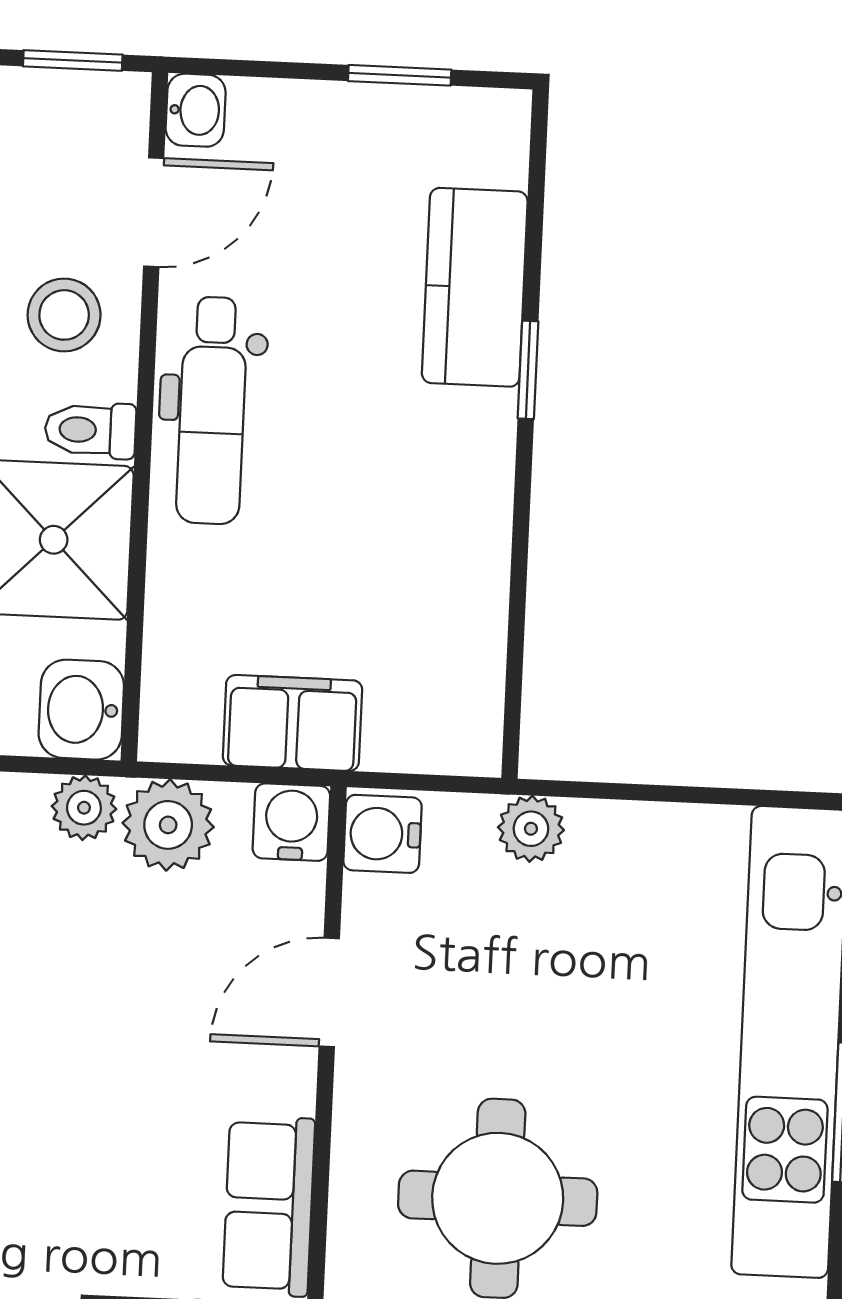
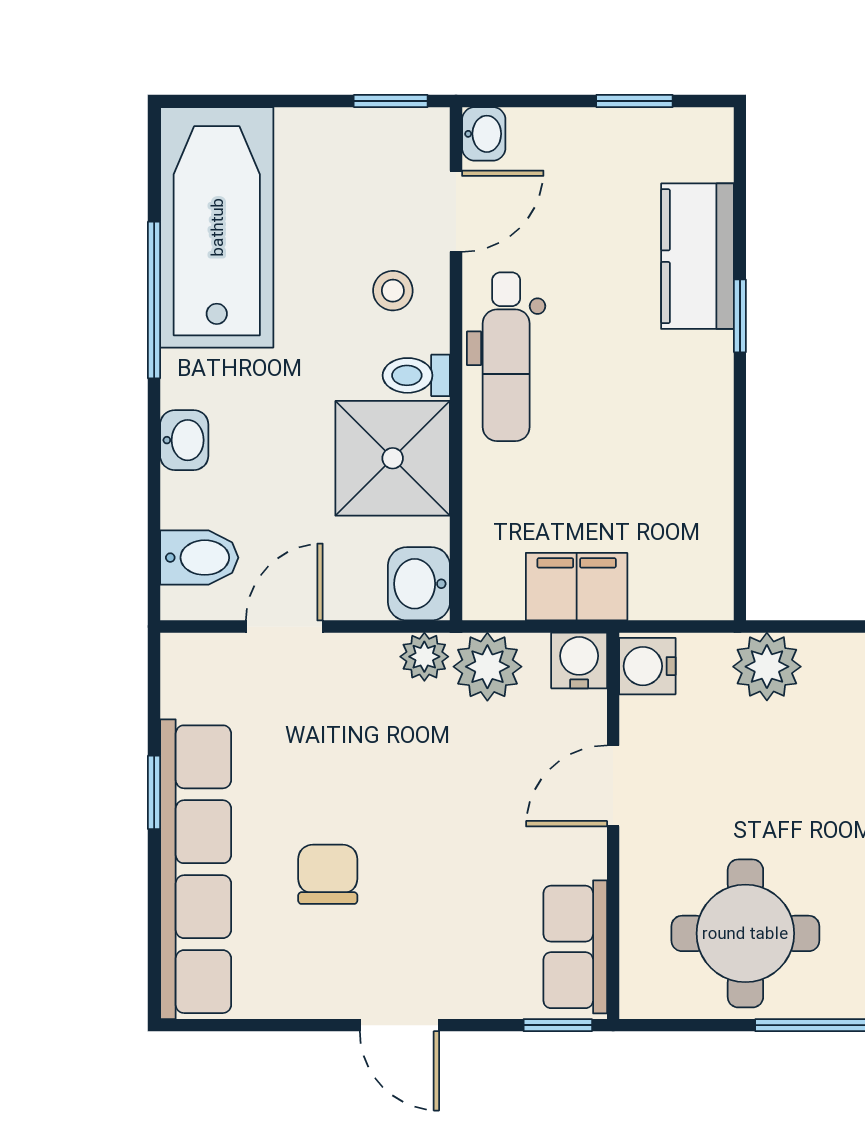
stool: (64, 315) -> (393, 291), width x0.73, depth x0.73
plant: (531, 829) -> (767, 667), width x1.38, depth x1.38

